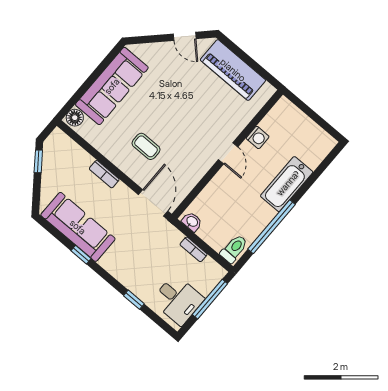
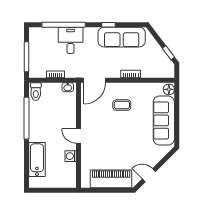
bathtub: (287, 184) -> (37, 159), moved
door: (153, 203) -> (95, 80), hinge flipped
window: (134, 300) -> (64, 25), width x3.17
desk: (178, 300) -> (71, 40), moved, turned 90

